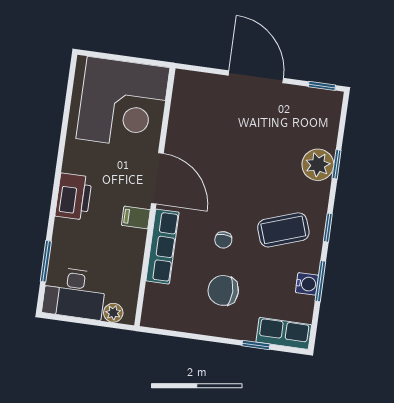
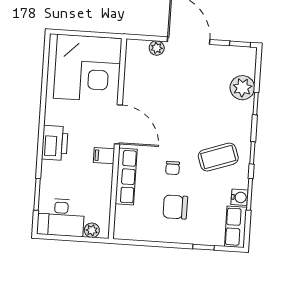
plant: (214, 83) -> (157, 48), added
plant: (318, 165) -> (242, 88), moved
row of seats: (284, 333) -> (236, 227), moved, turned -90

